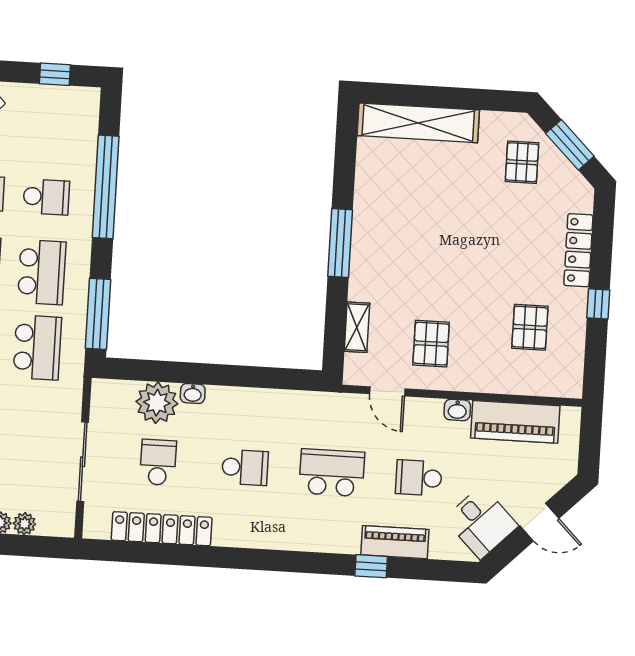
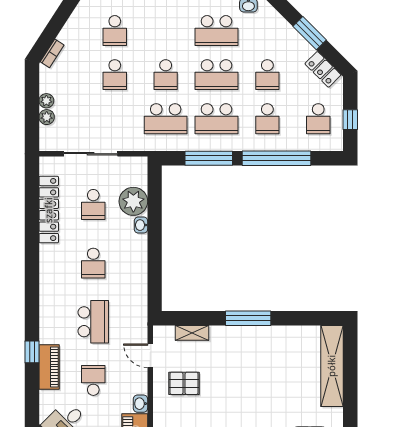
school desk: (51, 122) -> (318, 119), added
window: (98, 314) -> (209, 158), moved
door: (387, 391) -> (150, 356), hinge flipped
school desk: (158, 462) -> (93, 204), turned 90

